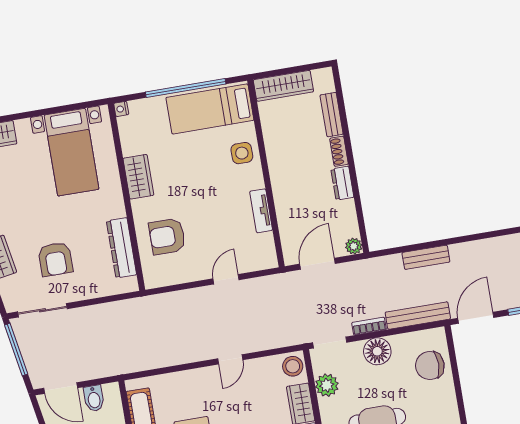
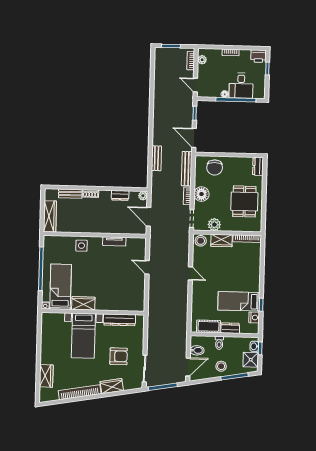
bed: (210, 109) -> (61, 287), moved, turned 180
bed with nightstands: (72, 152) -> (83, 336), moved, turned 90
dresser: (342, 183) -> (120, 195), moved
armchair: (167, 236) -> (118, 294), removed

